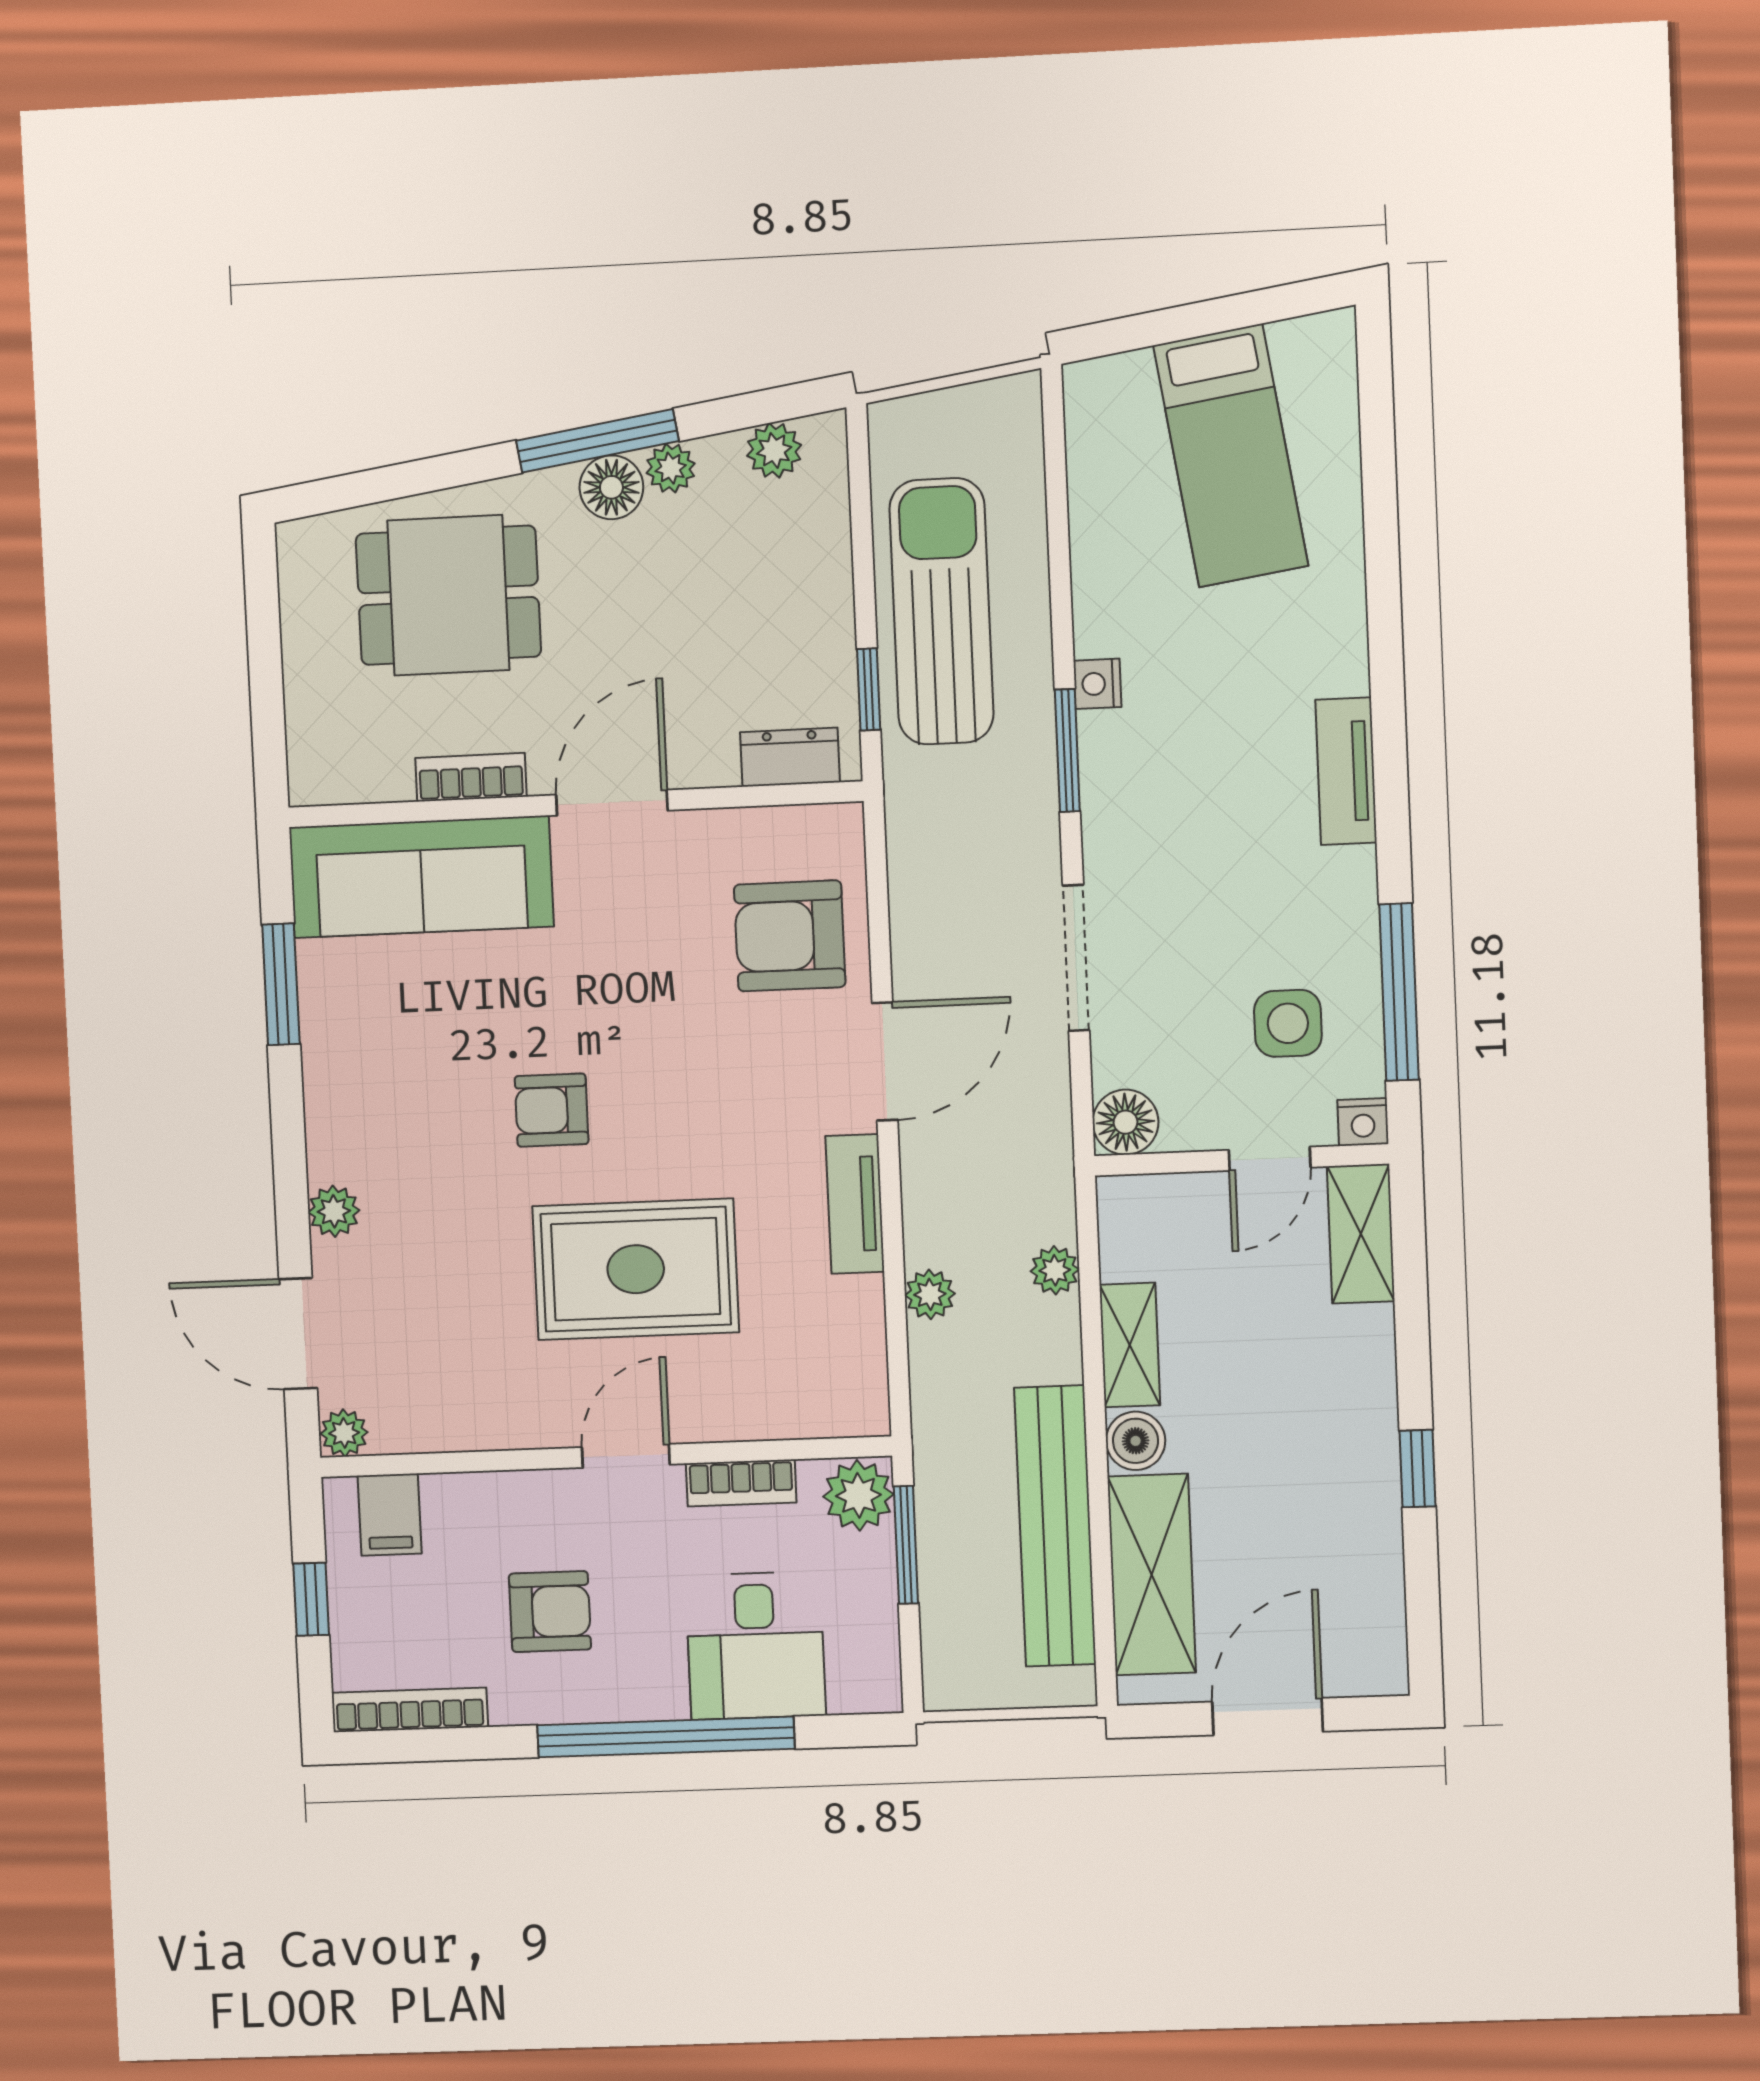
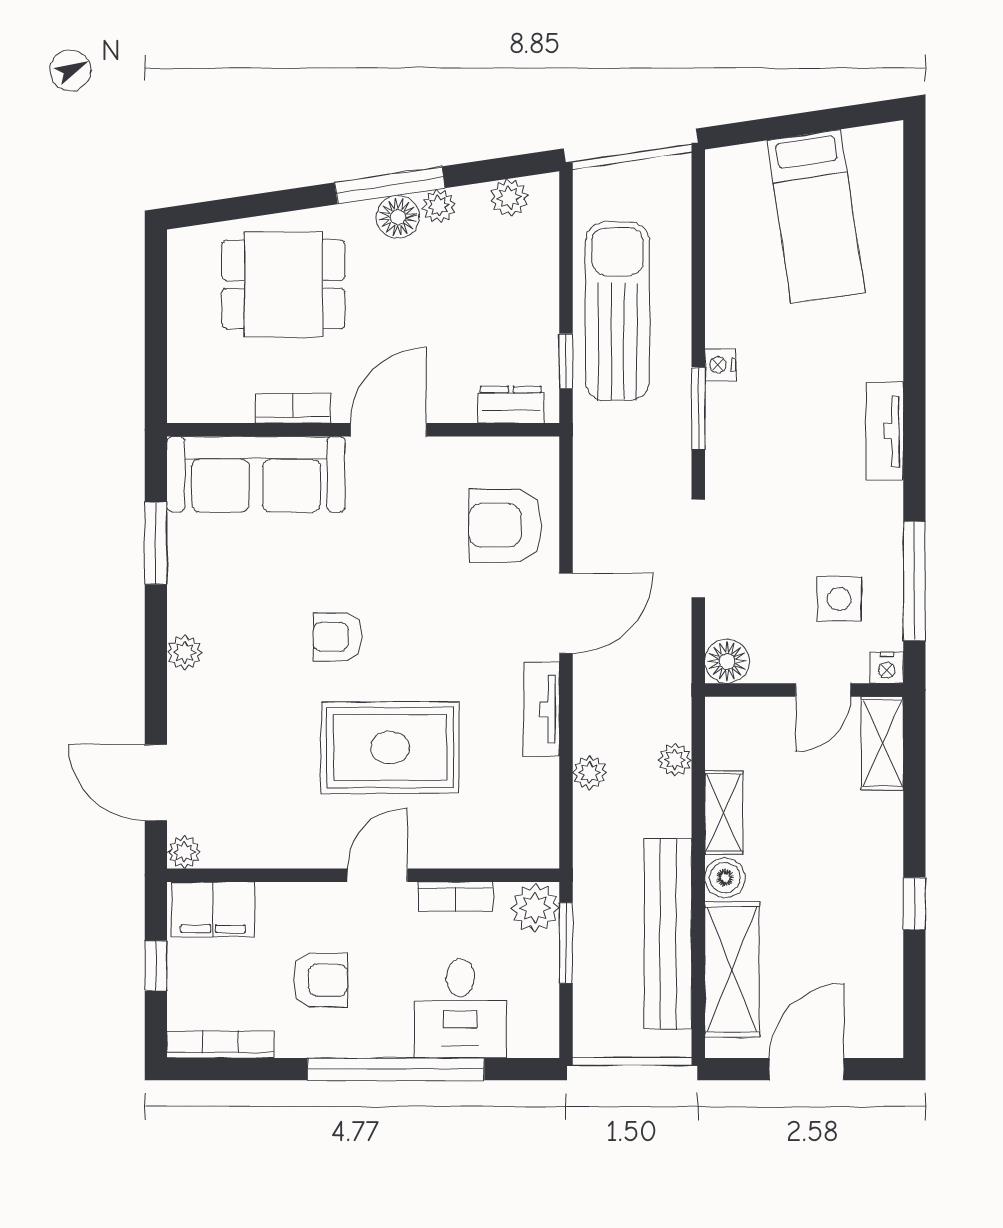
plant: (334, 1211) -> (185, 652), moved
filing cabinet: (390, 1515) -> (213, 909), width x2.00

